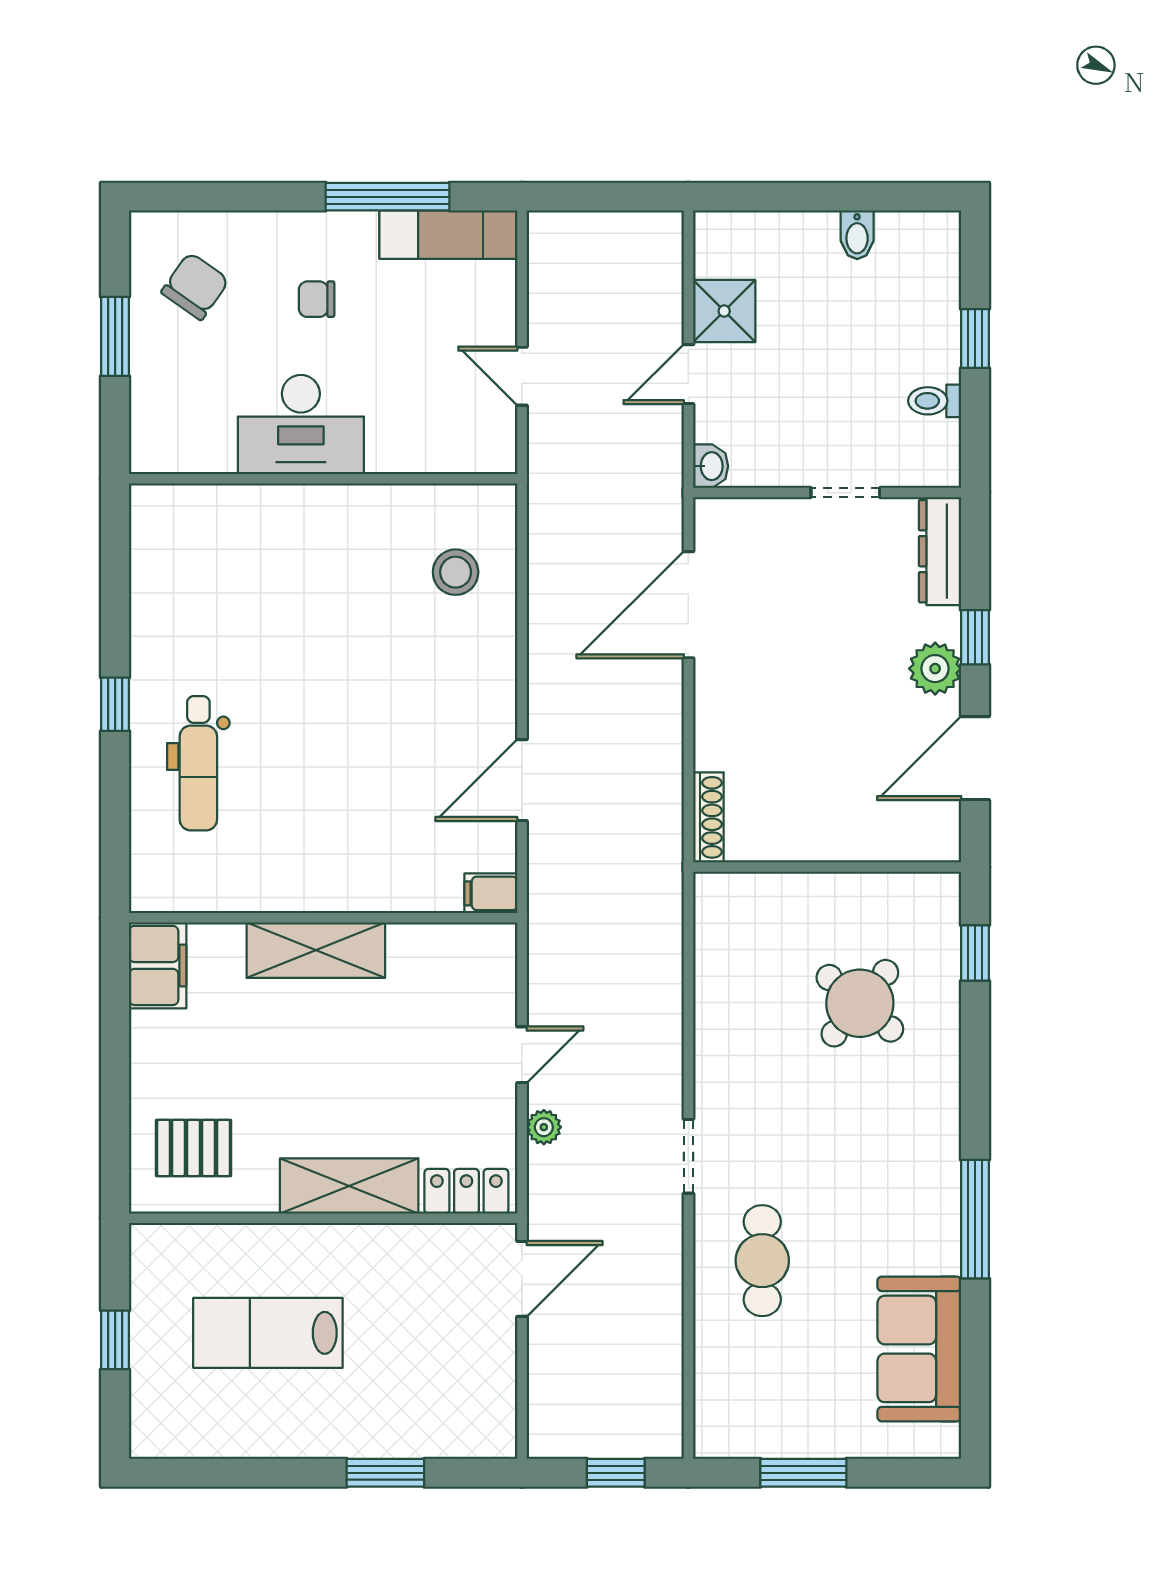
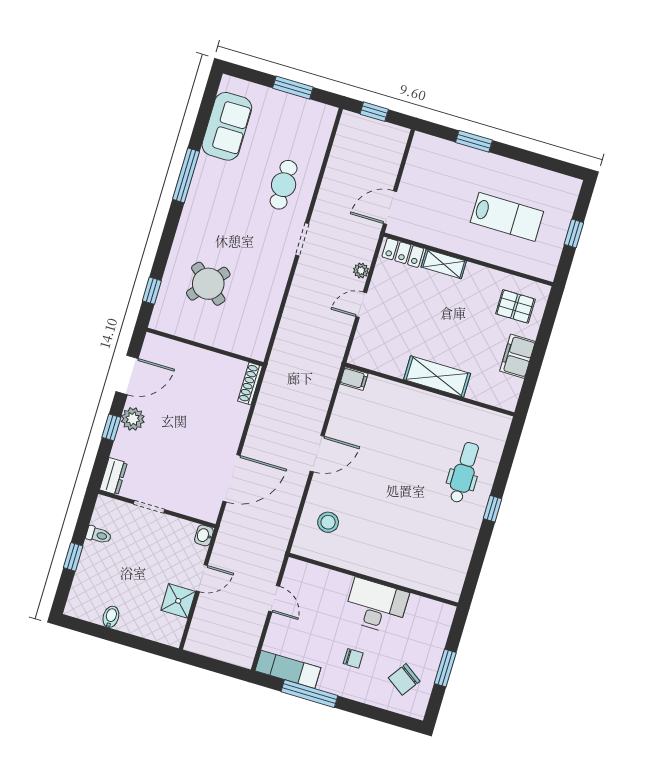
dresser: (940, 551) -> (113, 476), width x0.70
door: (522, 780) -> (317, 454), moved
filing cabinet: (158, 965) -> (518, 356), moved
shelving: (349, 1186) -> (444, 264), width x0.67, depth x0.75

